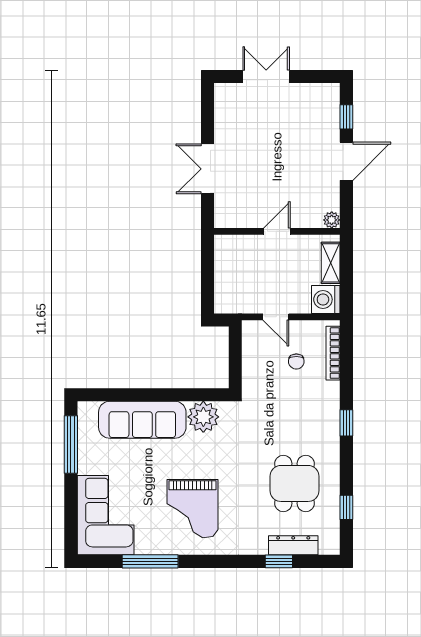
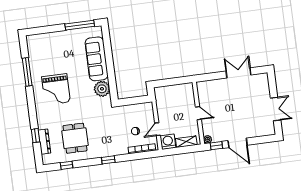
double door: (266, 77) -> (276, 109), moved
window: (346, 117) -> (216, 146), moved
double door: (208, 169) -> (239, 73), moved
door: (276, 317) -> (158, 129), moved
dining table: (295, 483) -> (75, 138), turned 90
grand piano: (192, 509) -> (56, 89), turned -90
corner sofa: (106, 515) -> (47, 47), removed

